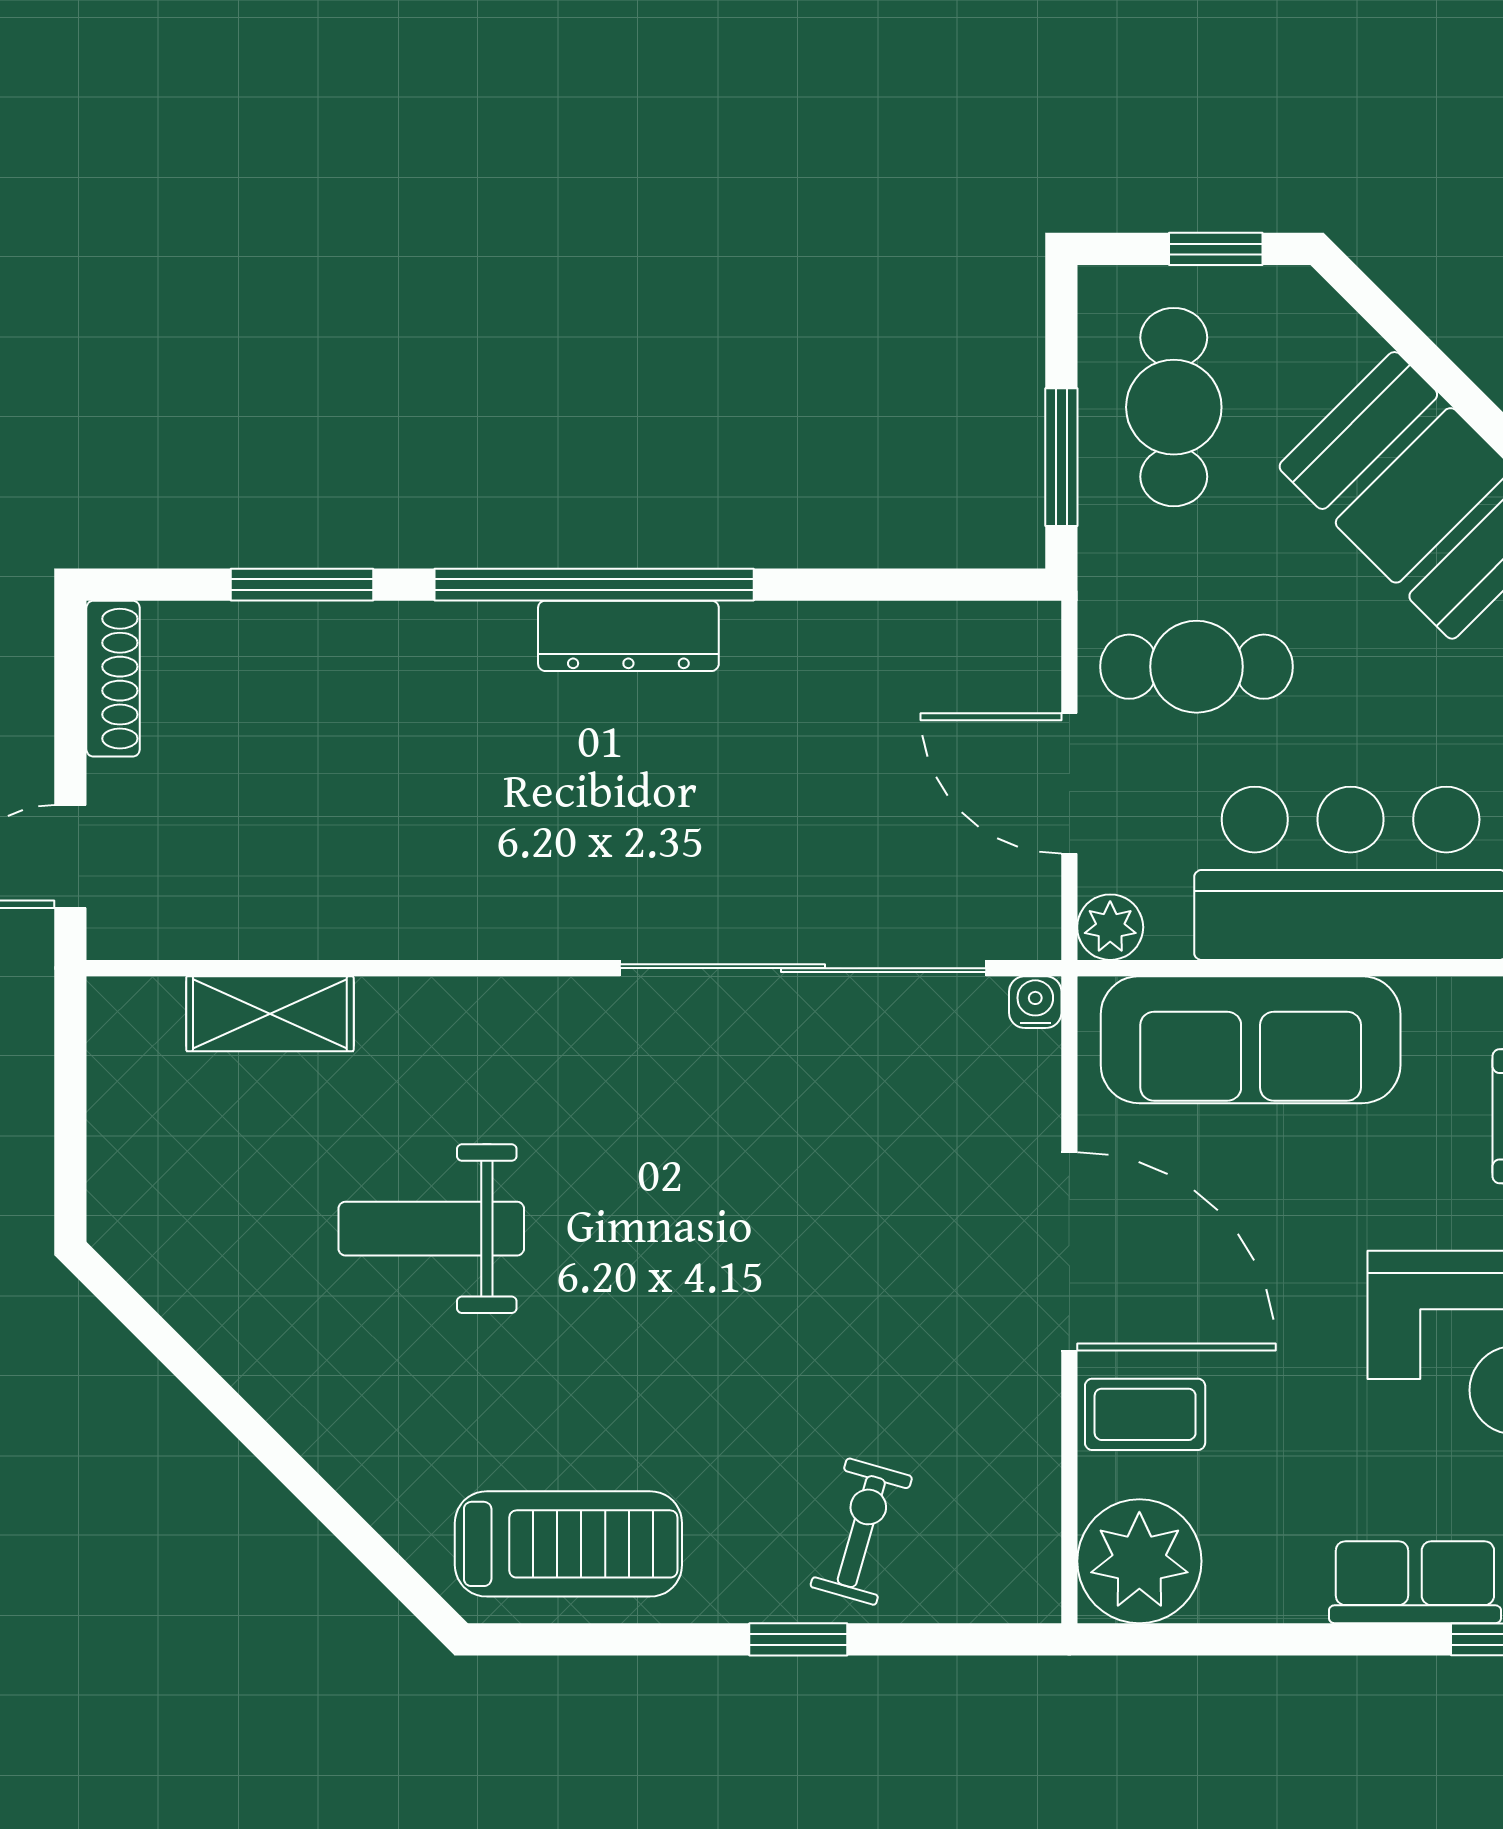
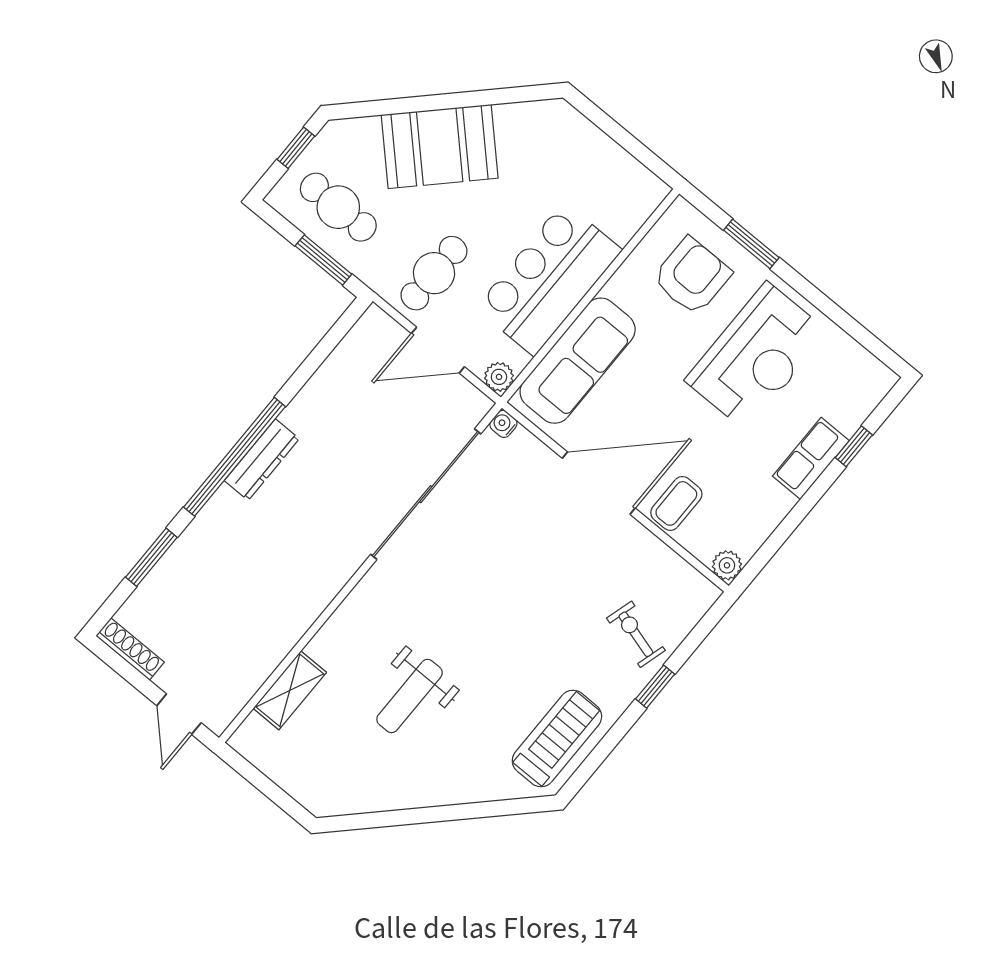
plant: (1139, 1561) -> (727, 565), width x0.53, depth x0.53

